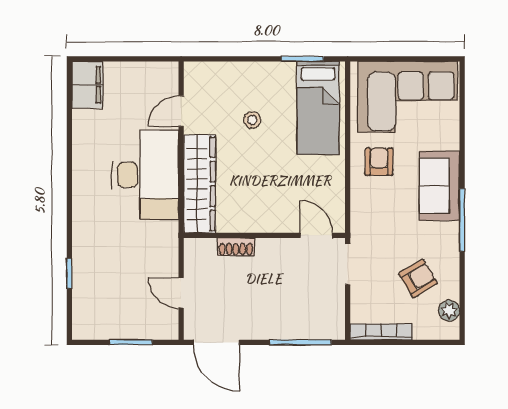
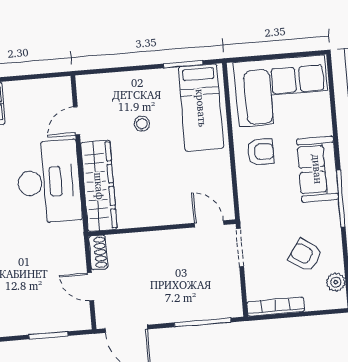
armchair: (379, 162) -> (261, 152), turned 90
shoe rack: (236, 247) -> (98, 252), moved, turned -90
armchair: (418, 278) -> (305, 255), turned -115

